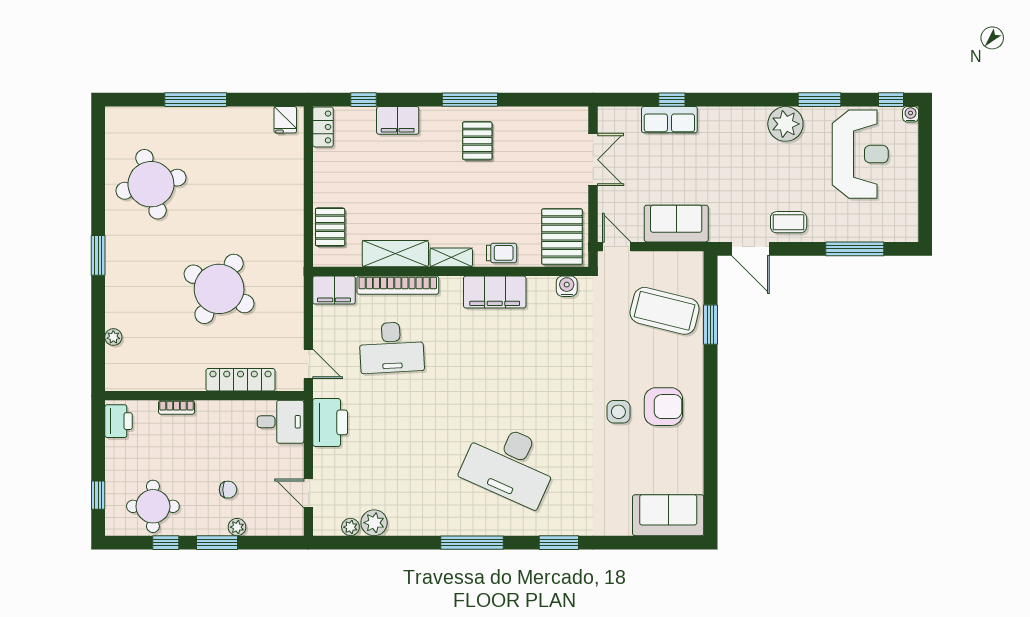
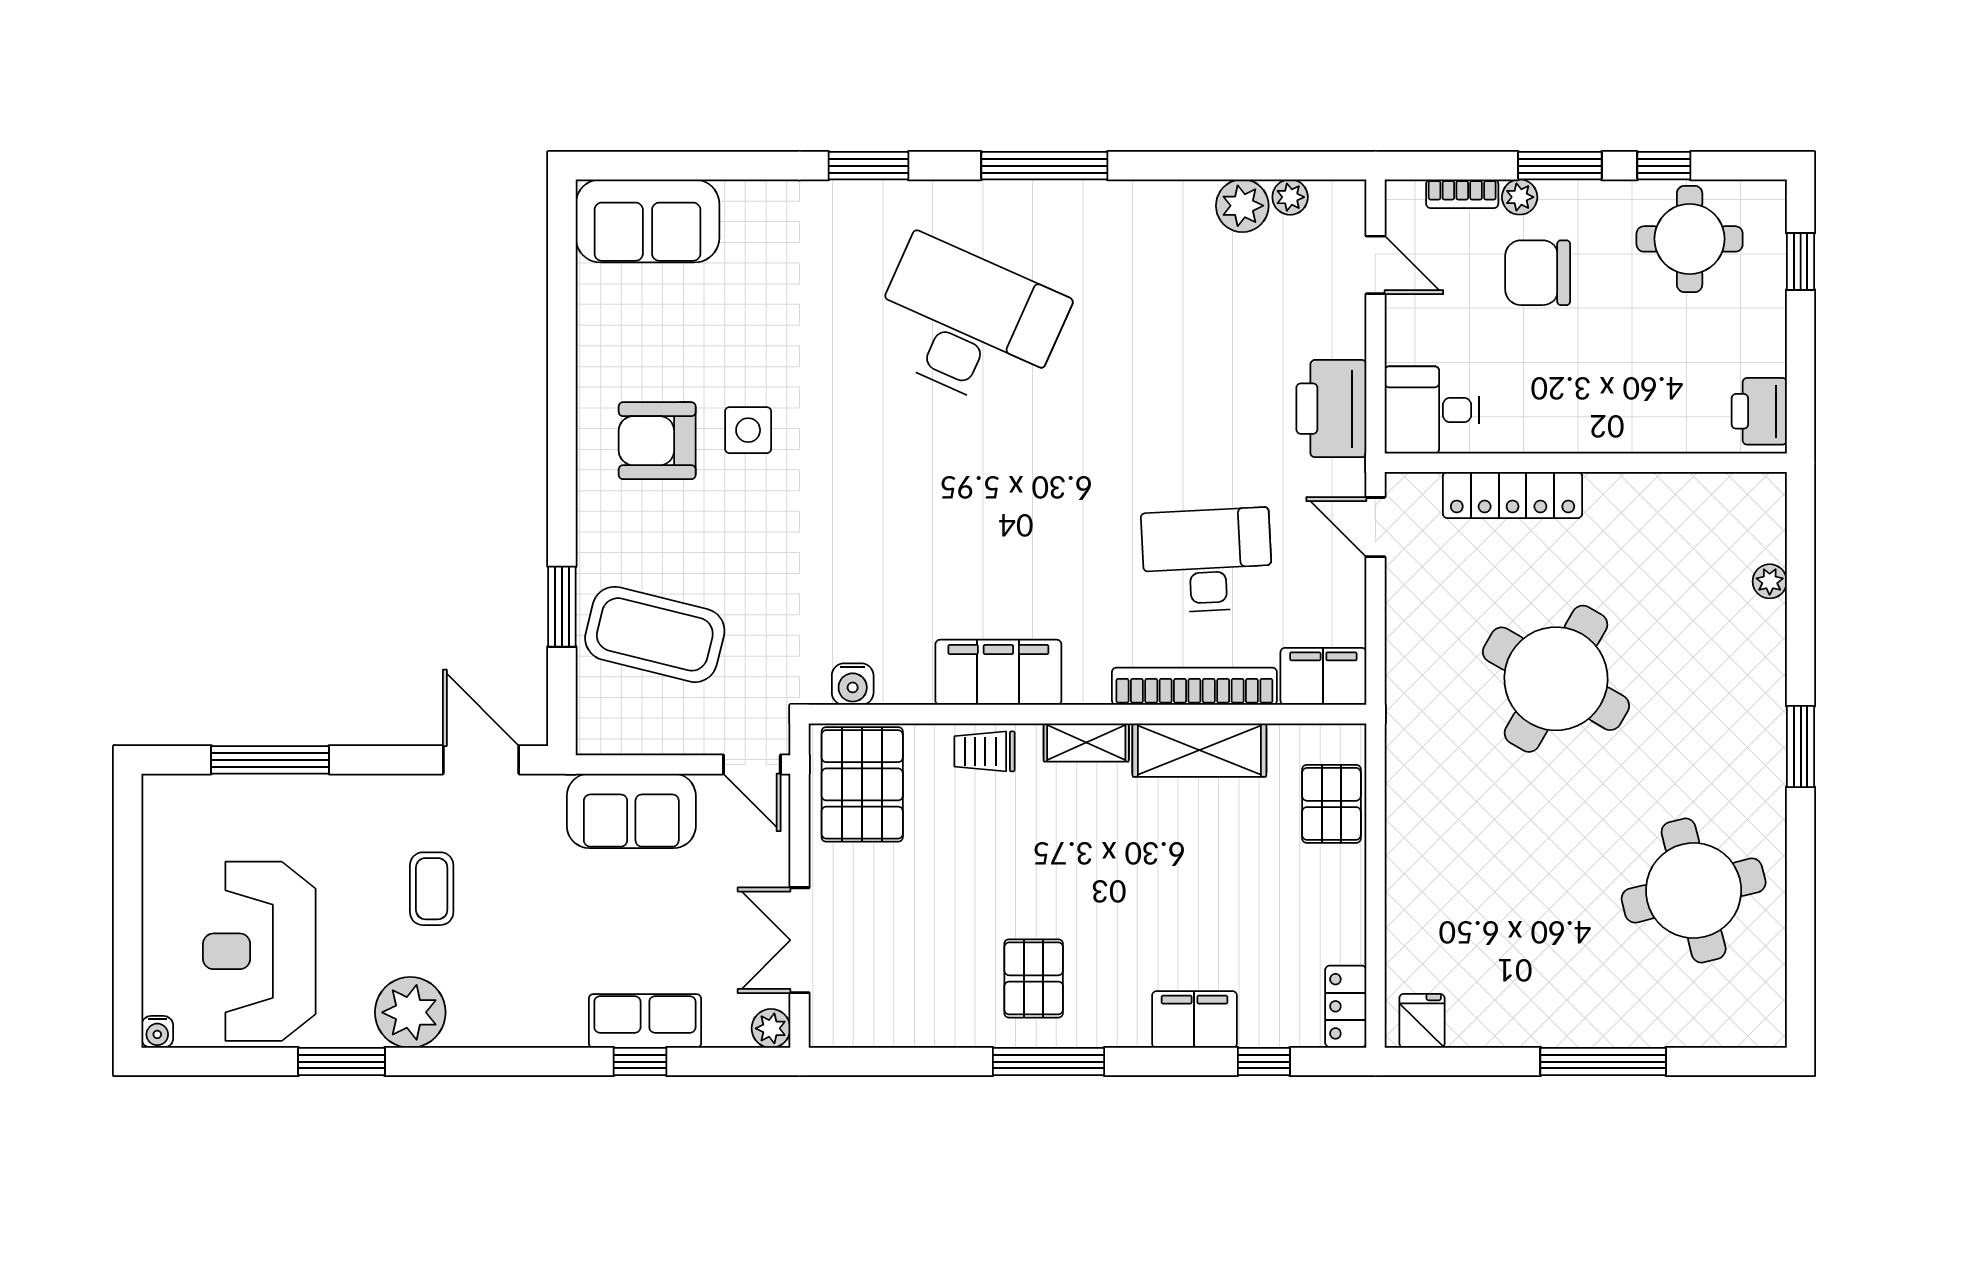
window: (891, 100) -> (197, 1062), removed
plant: (607, 116) -> (771, 1028), added
coffee table: (789, 222) -> (432, 889), moved, turned 90
bookcase: (177, 407) -> (1462, 194), moved, turned 180
chair: (228, 490) -> (1538, 273), width x1.87, depth x1.87

